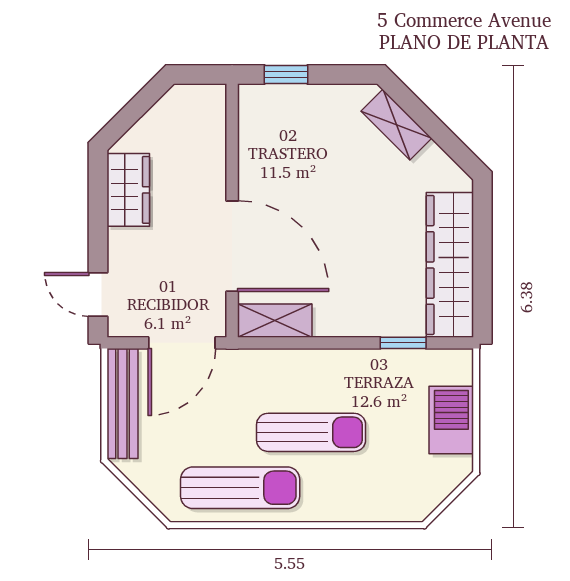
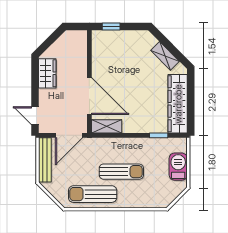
shelving: (396, 125) -> (165, 56), moved
sun lounger: (240, 488) -> (93, 194), turned 180

